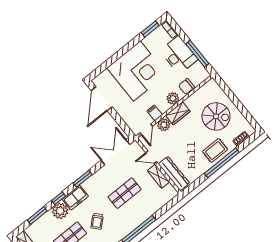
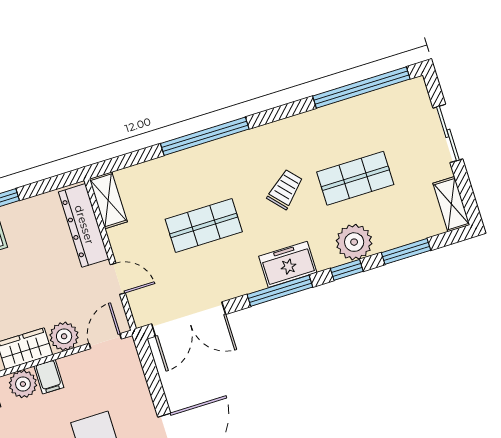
filing cabinet: (155, 113) -> (49, 377), moved
shelving: (158, 176) -> (108, 200), moved
window: (83, 179) -> (280, 291), width x1.44
freezer: (75, 198) -> (288, 264), moved

